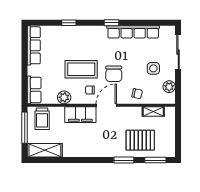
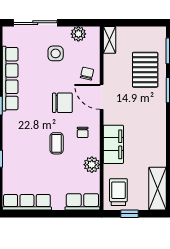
coffee table: (81, 69) -> (57, 143), width x0.54, depth x0.58
door: (106, 105) -> (102, 97), moved
shelving: (153, 112) -> (109, 40), moved
trolley: (42, 119) -> (118, 192), turned -90
window: (25, 128) -> (129, 214), width x0.46

